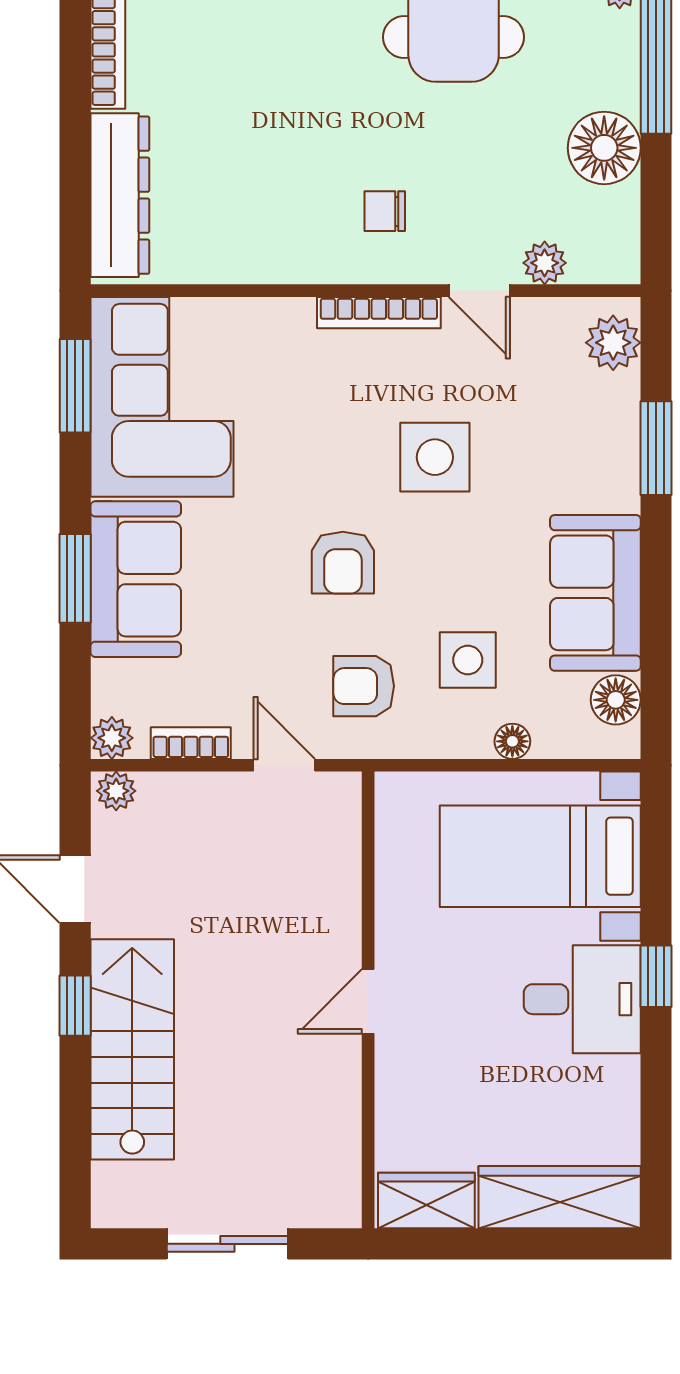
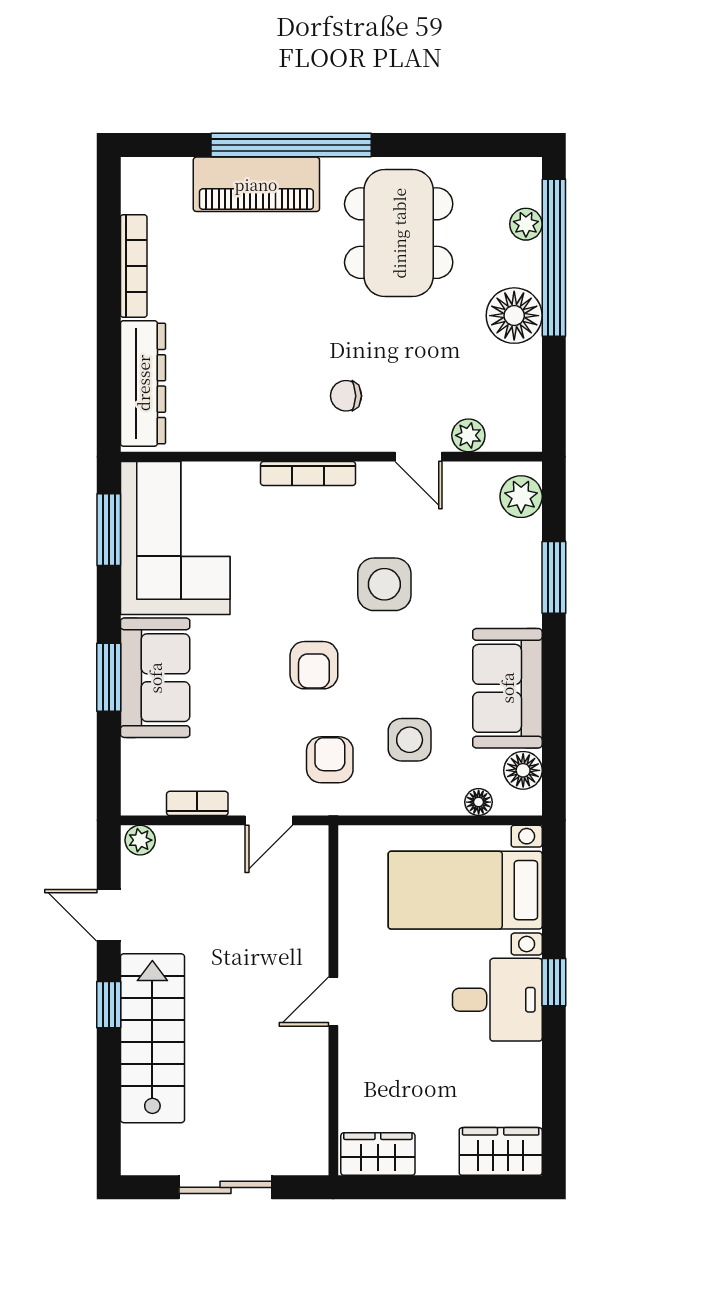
floor lamp: (604, 148) -> (514, 316), moved
bookcase: (379, 313) -> (308, 474), moved
armchair: (364, 686) -> (330, 760), turned 90
plant: (112, 738) -> (137, 799), removed
floor lamp: (512, 741) -> (479, 802), moved
door: (284, 765) -> (269, 820), swing flipped
wardrobe: (560, 1197) -> (501, 1151), width x0.67

